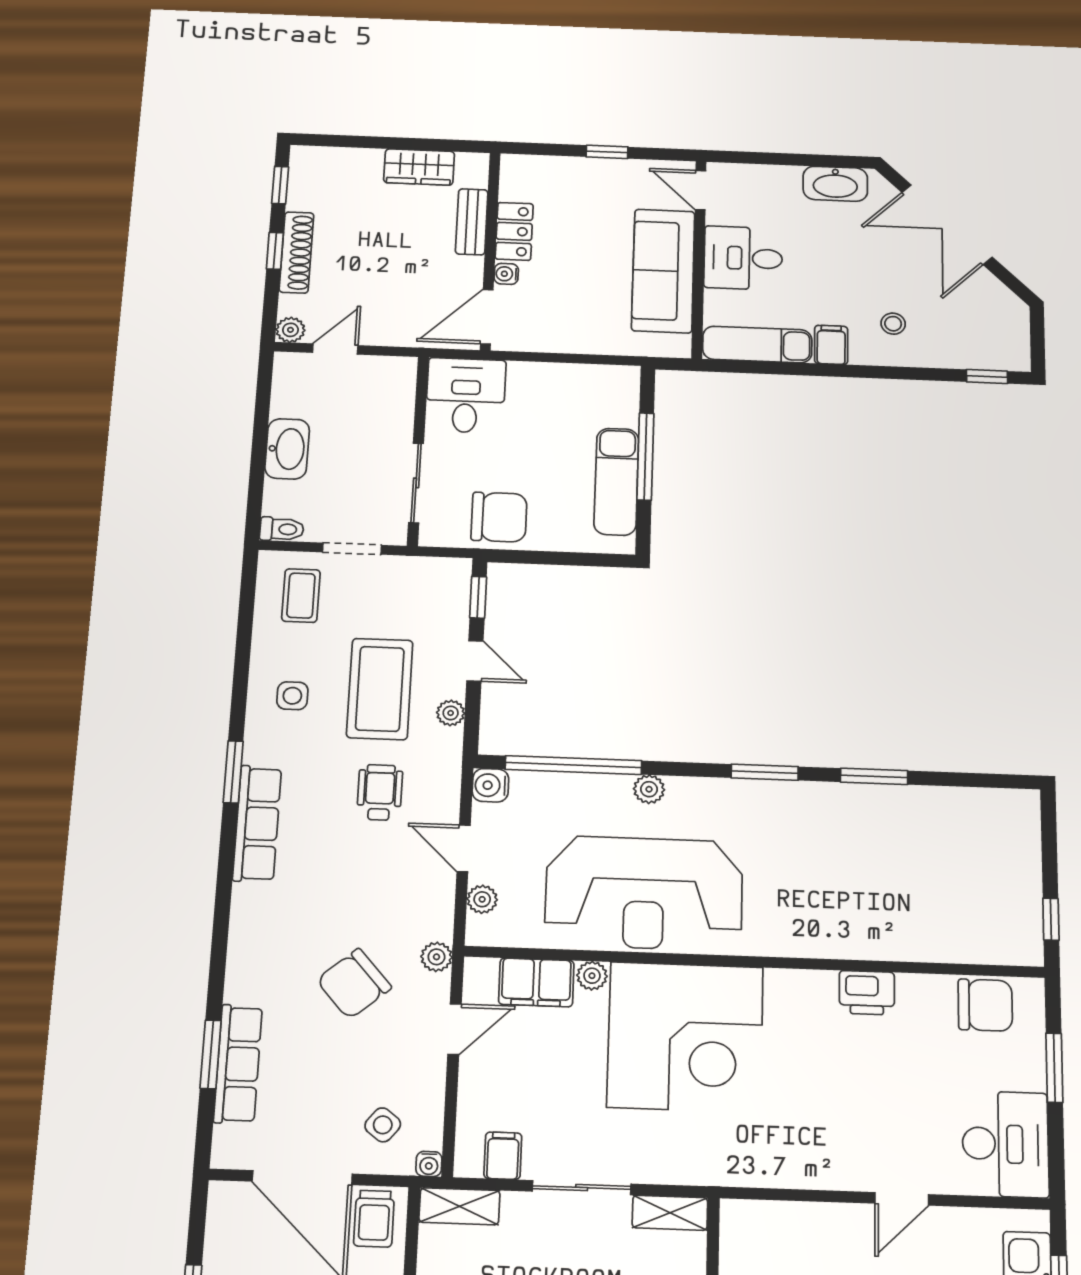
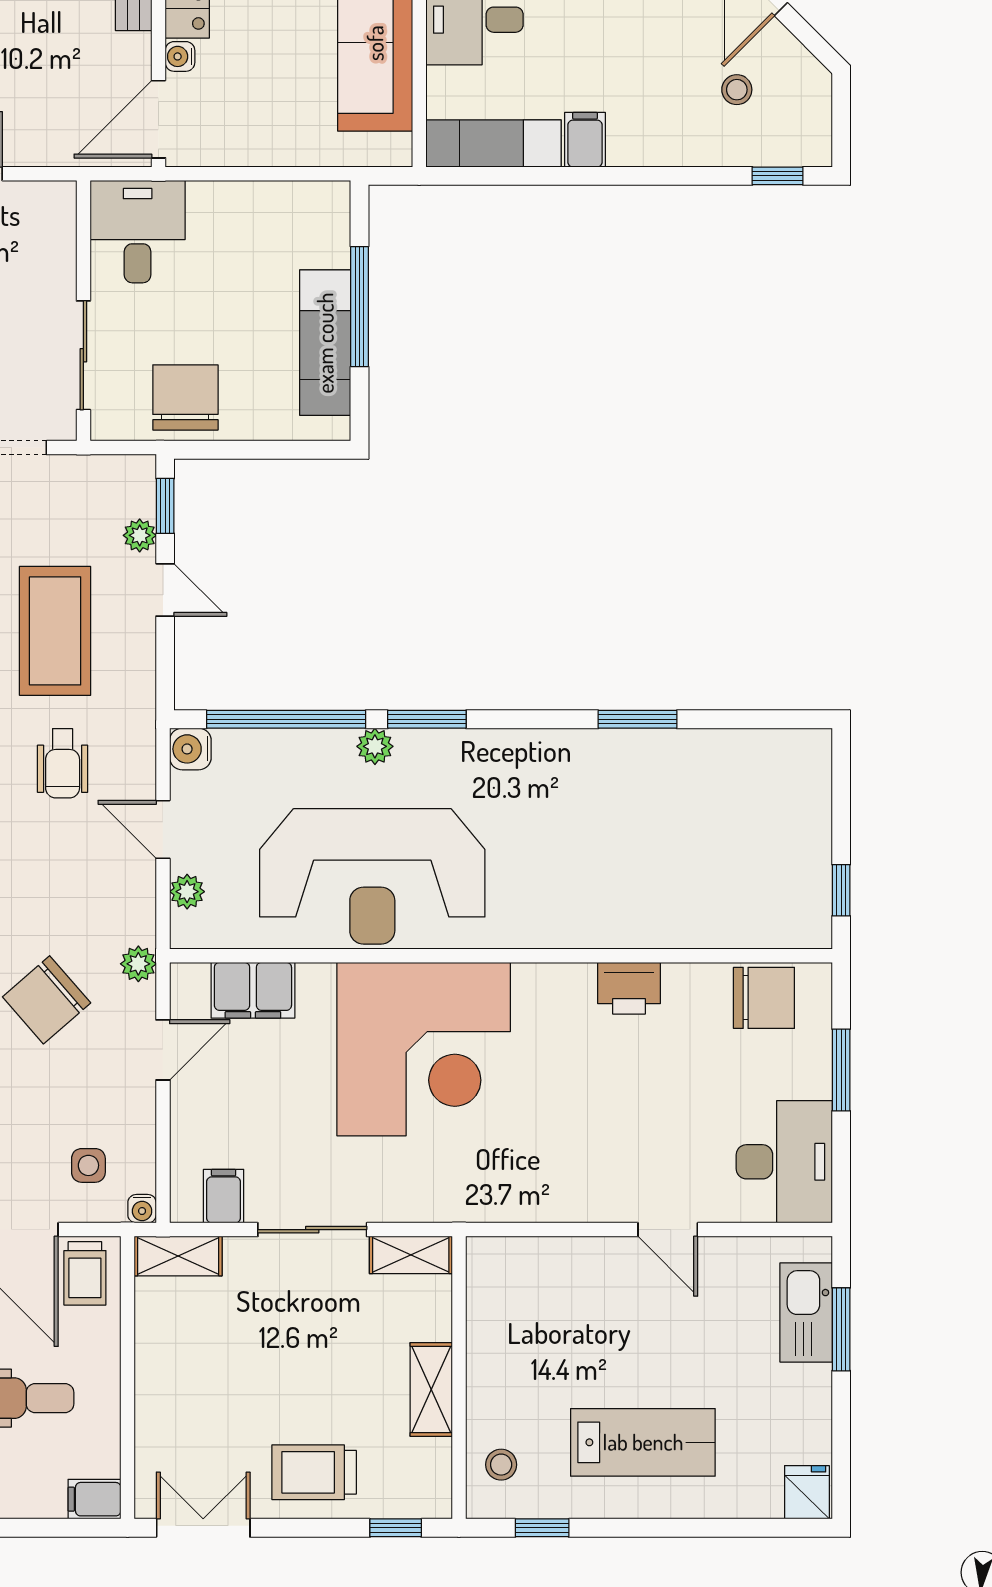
stool: (893, 324) -> (737, 90), moved
chair: (499, 517) -> (185, 397), turned -90
plant: (451, 713) -> (140, 535), moved
window: (765, 772) -> (427, 719), moved
wheelchair: (380, 792) -> (63, 763), turned 180
plant: (592, 976) -> (316, 980), removed
side table: (383, 1125) -> (88, 1165), turned -38
door: (902, 1199) -> (668, 1230), hinge flipped

